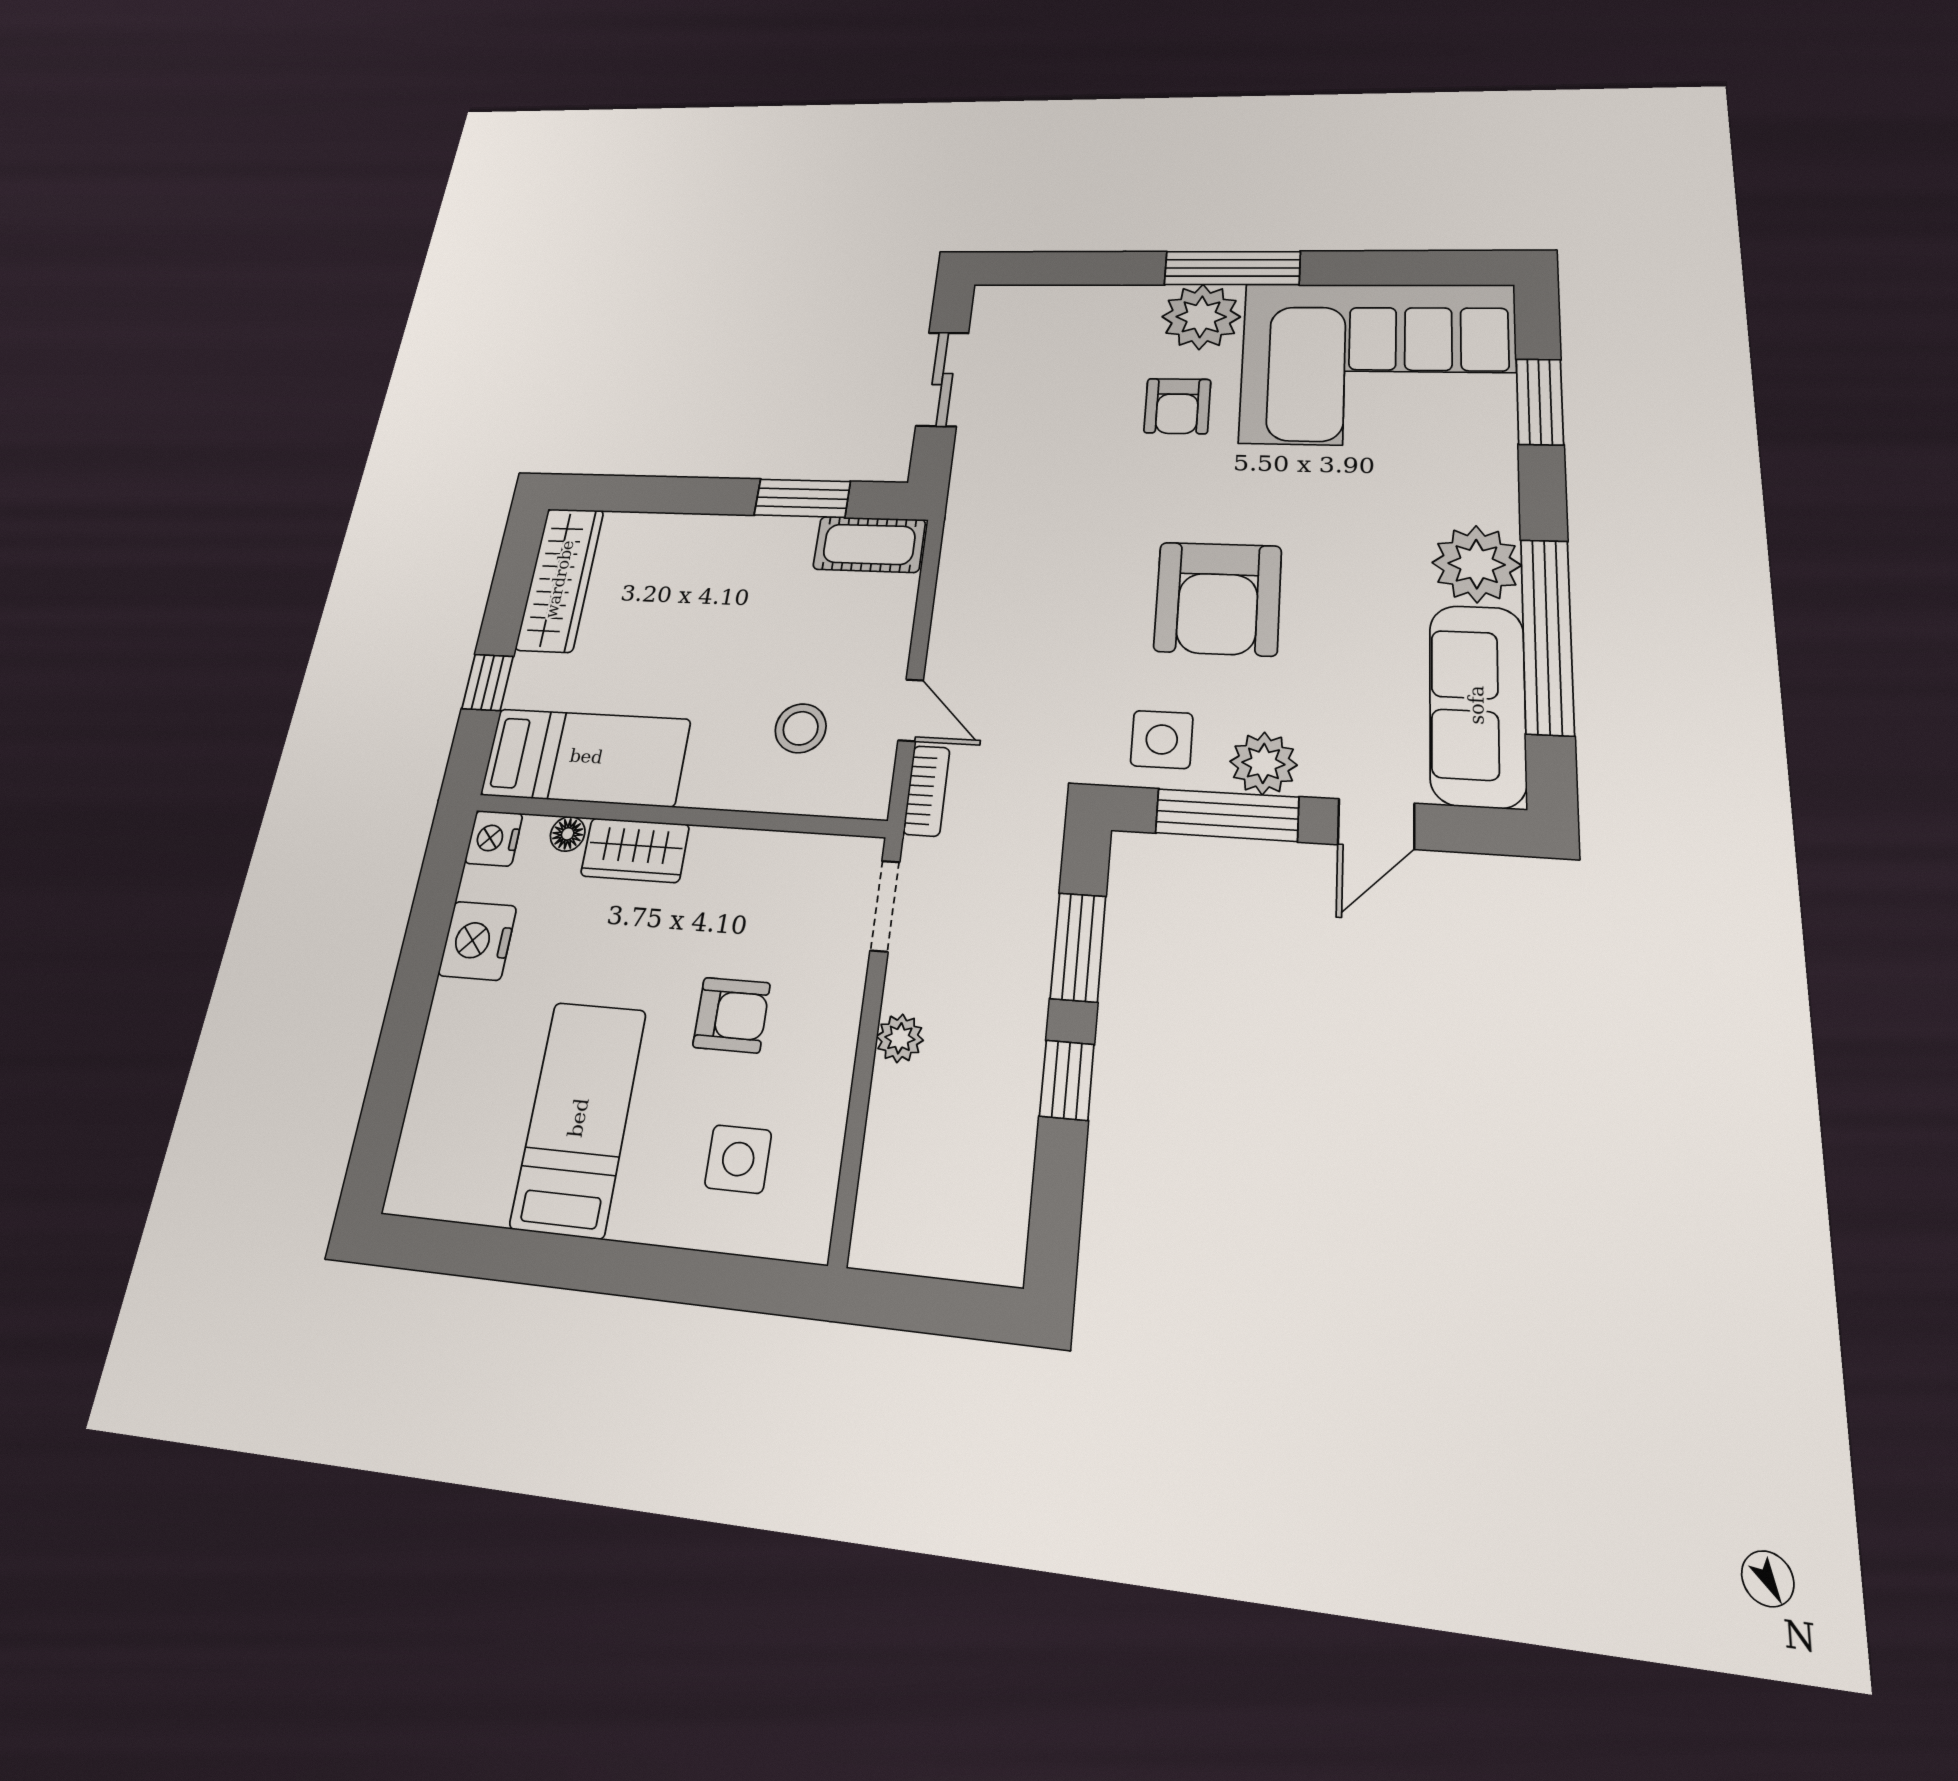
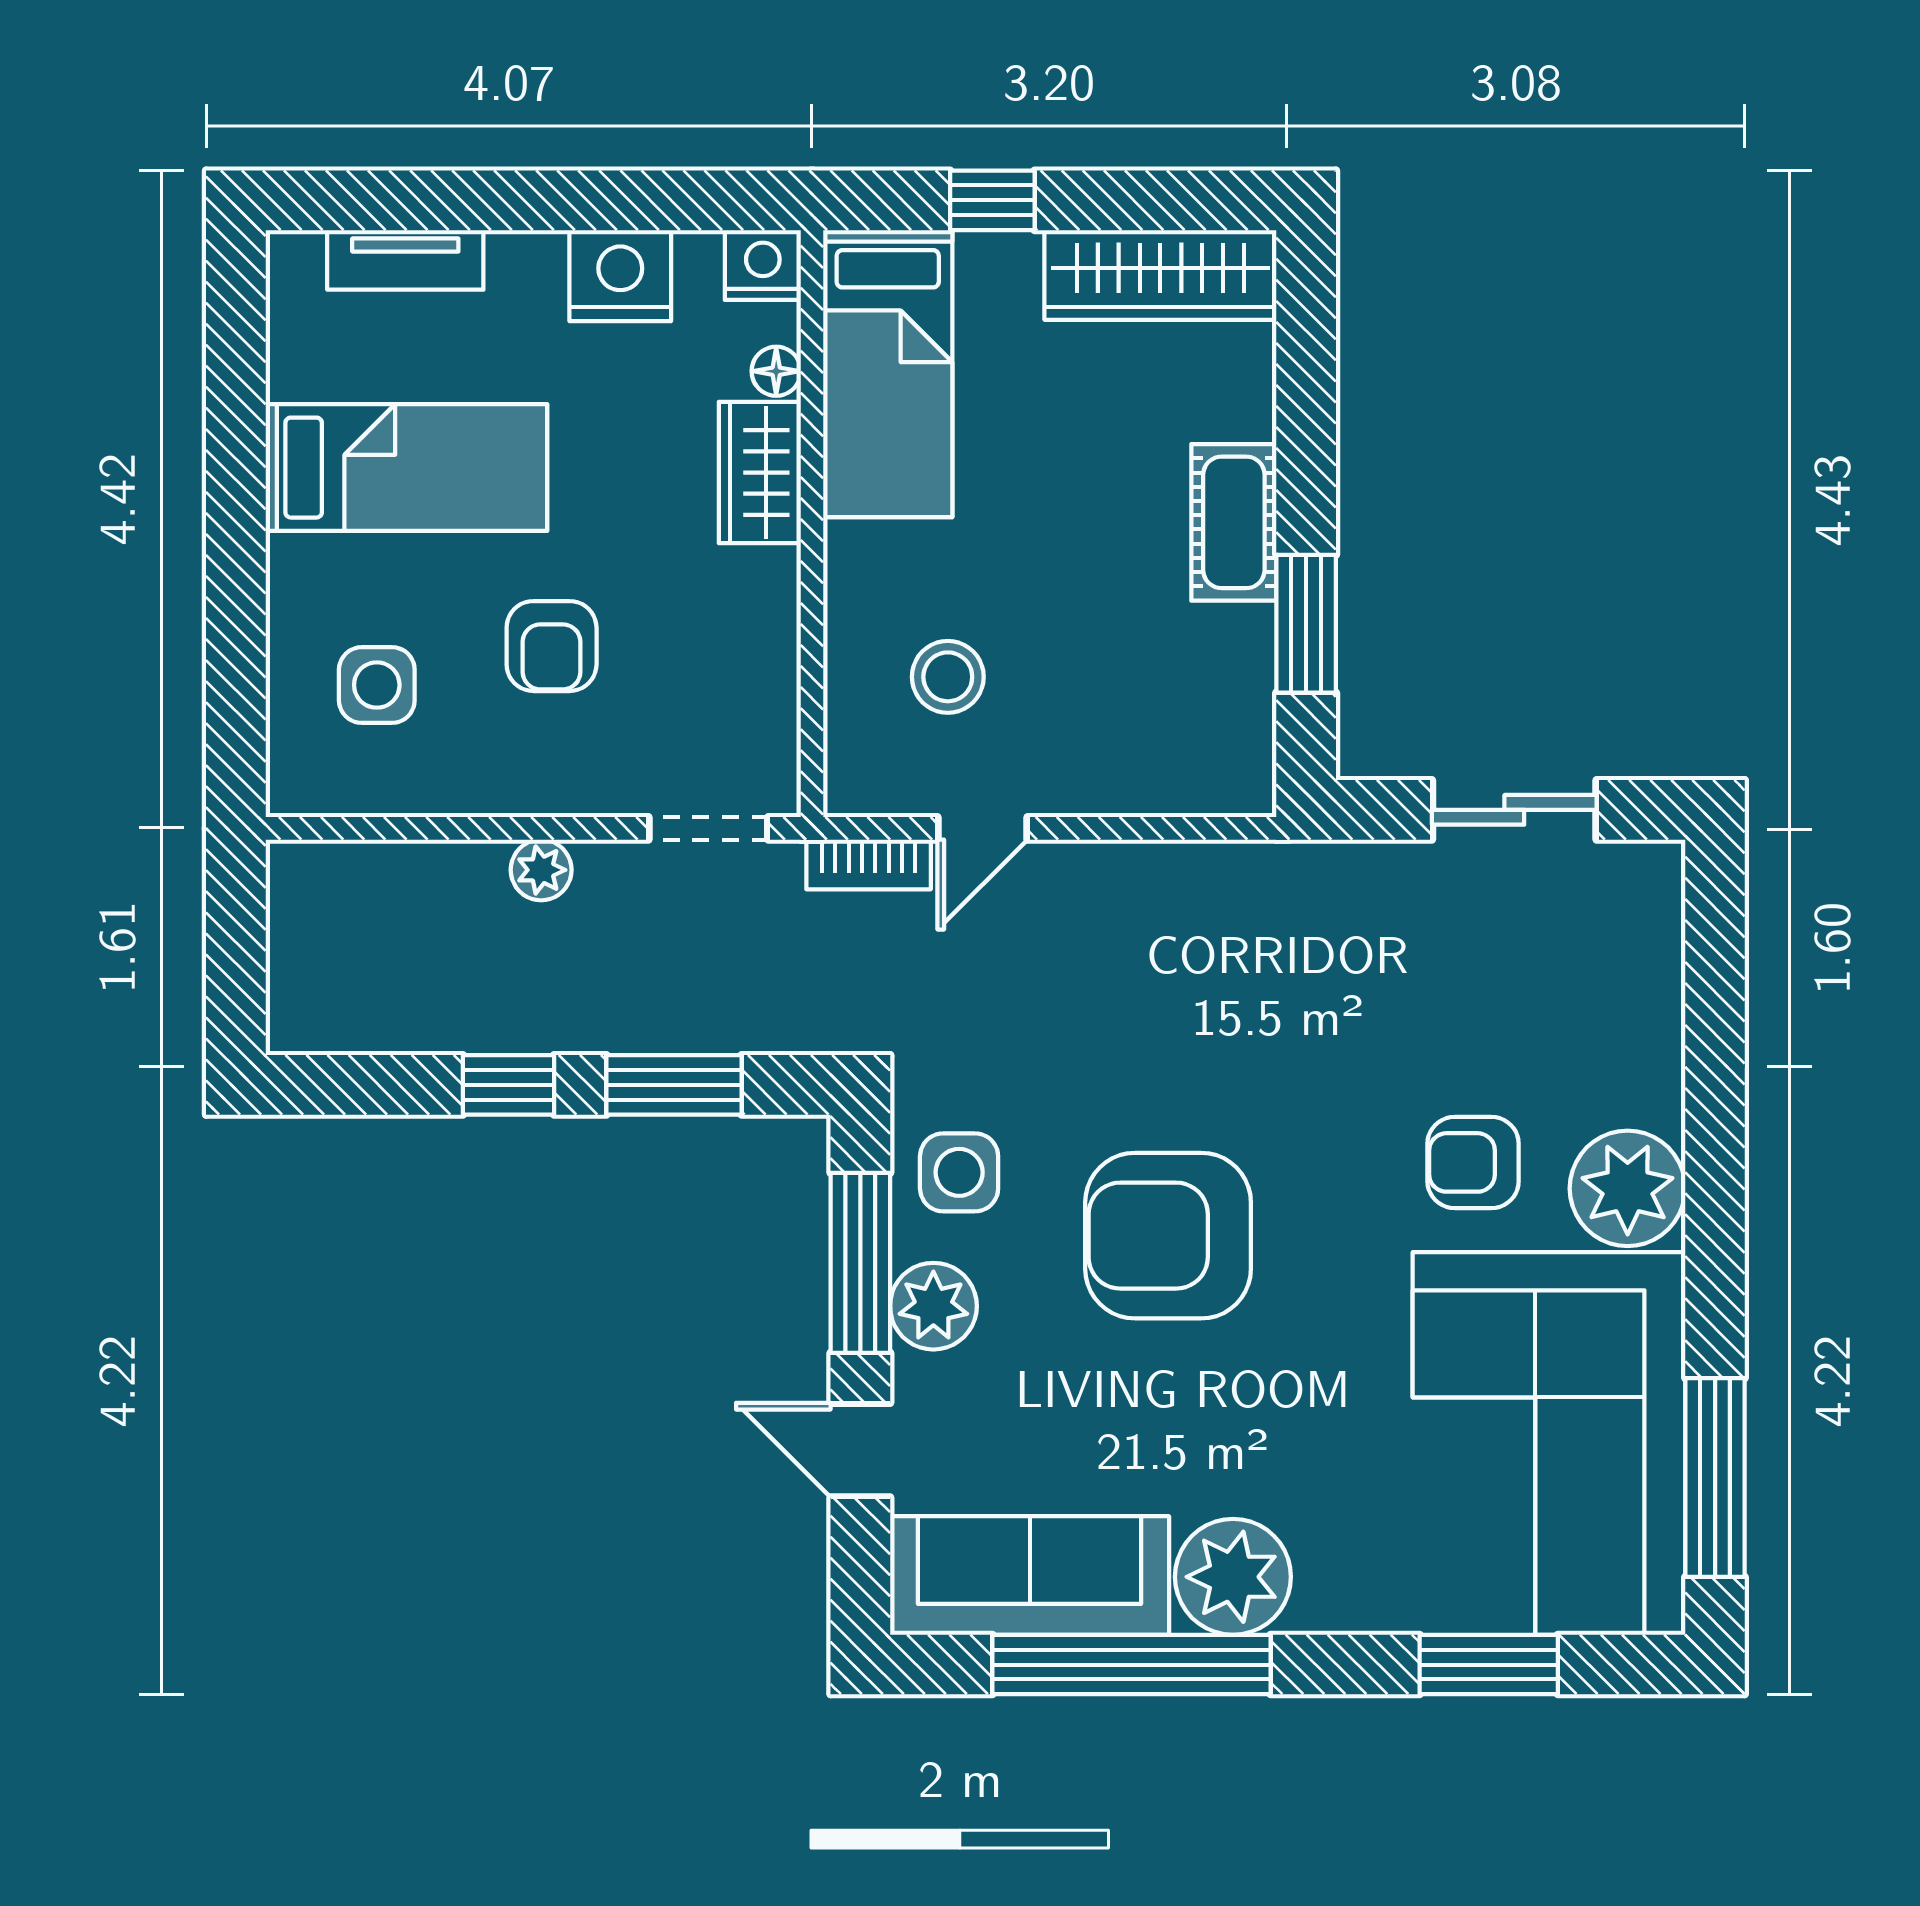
window: (1232, 268) -> (1715, 1477), moved
cot: (869, 544) -> (1234, 522), moved
tv unit: (429, 1103) -> (405, 260), added

